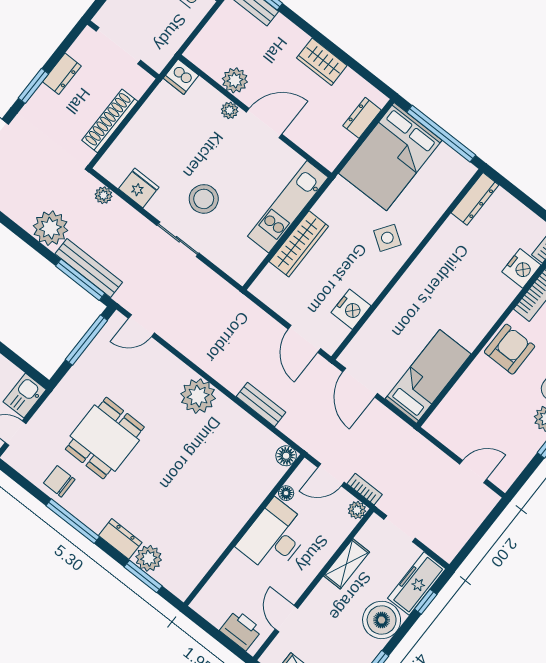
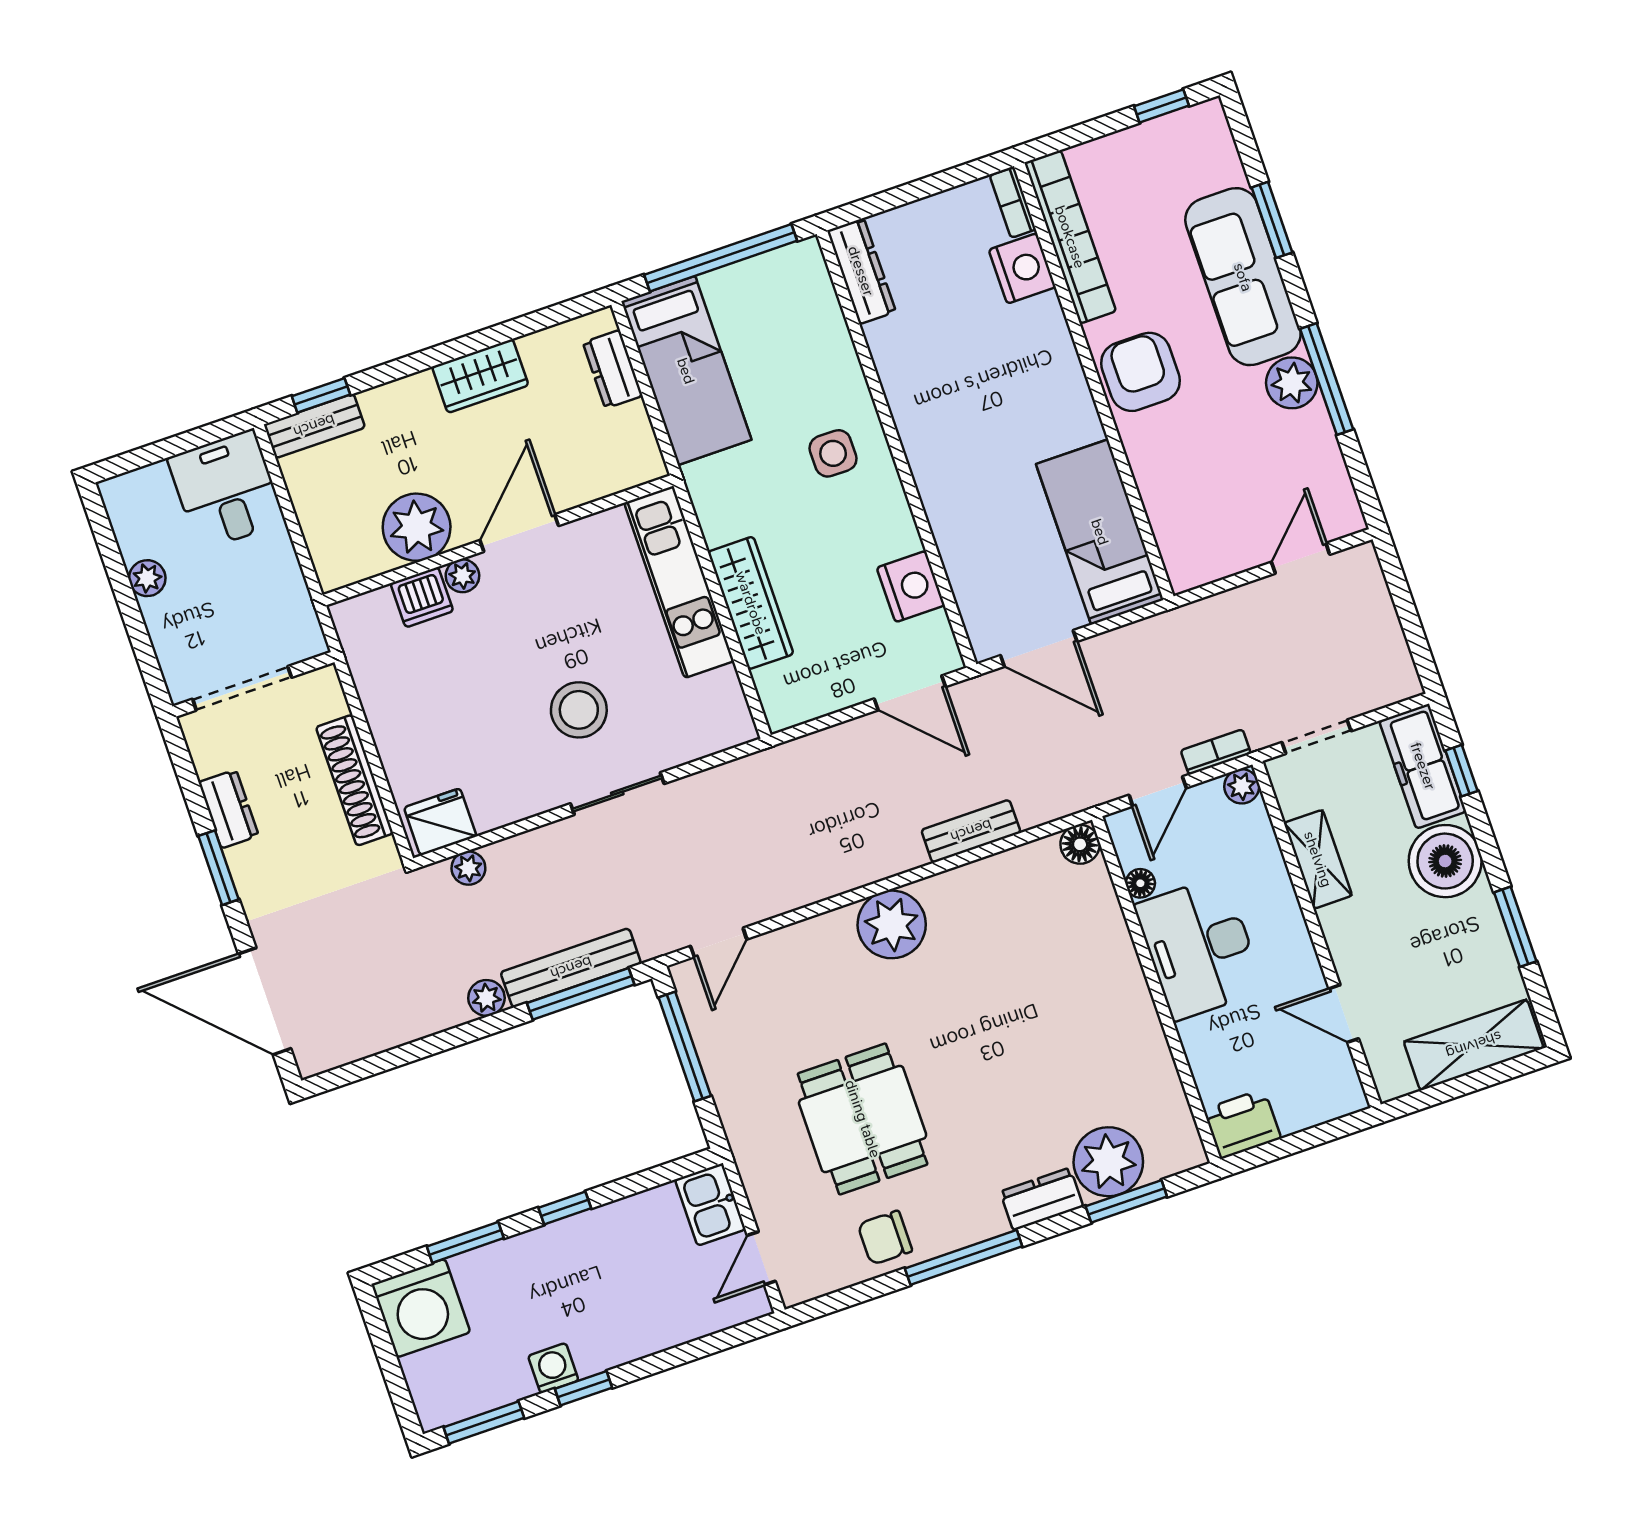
dishwasher: (181, 77) -> (422, 597), moved
plant: (235, 80) -> (417, 527), width x1.36, depth x1.36
bed: (390, 157) -> (686, 371), width x0.67
fridge: (139, 188) -> (440, 822), moved
plant: (50, 228) -> (486, 998), width x0.53, depth x0.53
side table: (387, 238) -> (833, 453), turned -34
plant: (149, 558) -> (1108, 1162), width x1.36, depth x1.36
printer: (241, 630) -> (1242, 1124), moved

